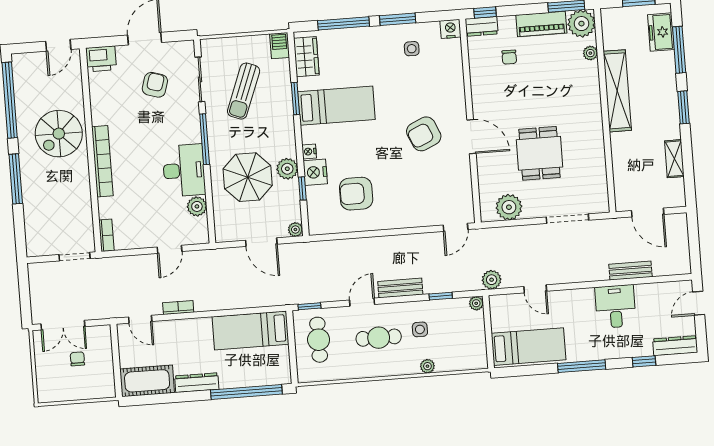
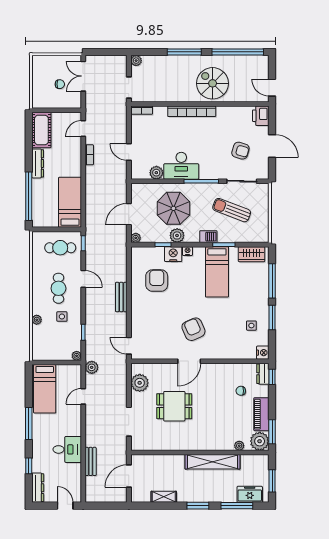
barbecue: (280, 46) -> (208, 237), moved
plant: (34, 249) -> (136, 61), added
bench: (400, 288) -> (121, 297), moved

